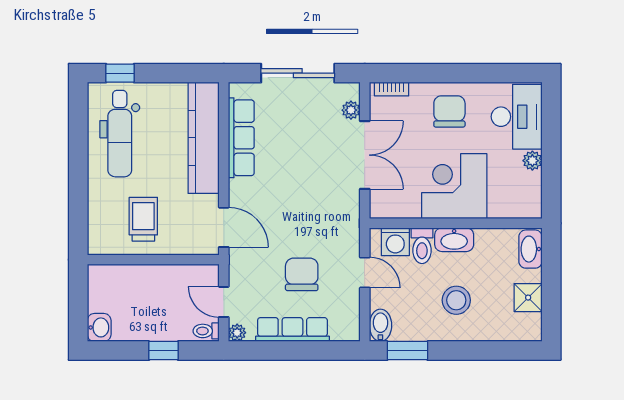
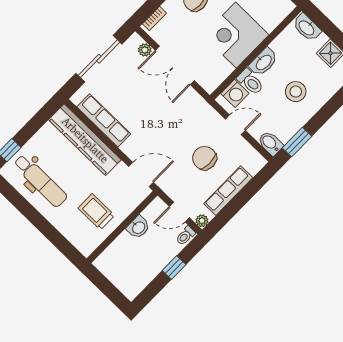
double door: (365, 155) -> (175, 65), swing flipped
washbasin: (99, 327) -> (138, 227), moved, turned 90

